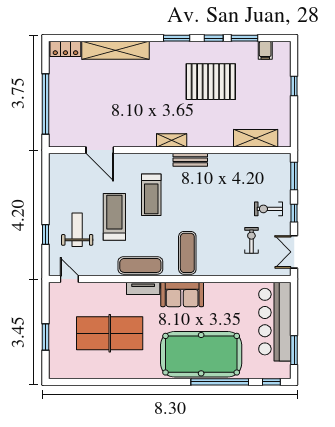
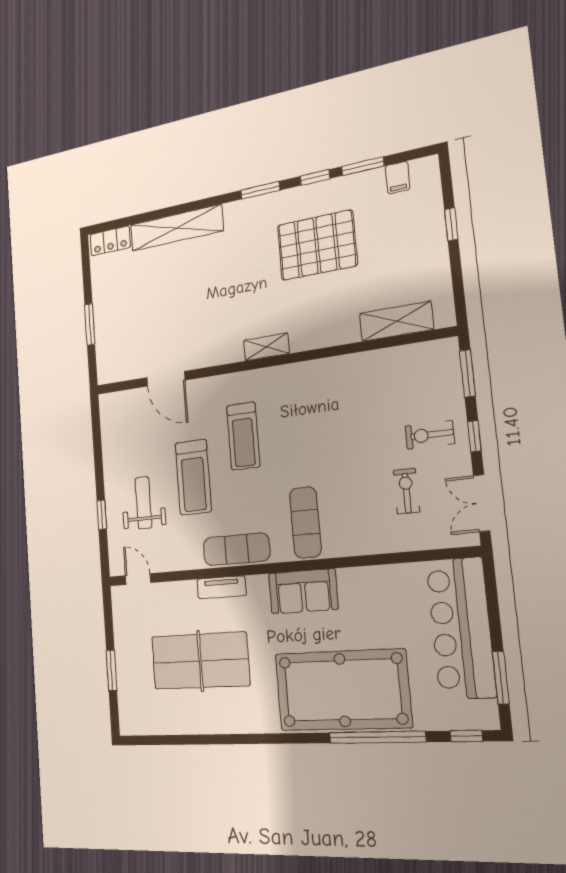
window: (45, 104) -> (90, 324), width x0.47
bench: (190, 160) -> (297, 373), removed
treadmill: (114, 217) -> (193, 477), turned 180
tv unit: (143, 288) -> (221, 587), moved

